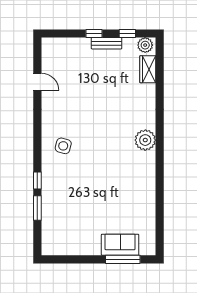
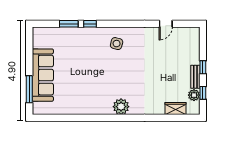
plant: (145, 45) -> (194, 95), moved
sofa: (120, 245) -> (43, 75), width x1.85, depth x1.27

